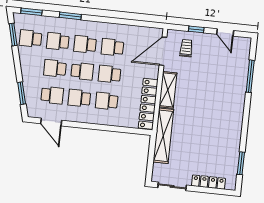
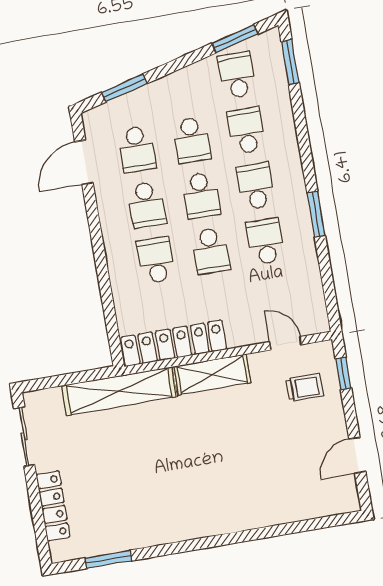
window: (70, 16) -> (316, 214), moved
window: (196, 29) -> (343, 374), moved
door: (163, 51) -> (286, 343), width x0.53
school desk: (55, 68) -> (192, 140), turned 180
school desk: (110, 74) -> (211, 251), turned 180
window: (250, 76) -> (285, 529), removed
school desk: (79, 98) -> (147, 205), turned 180

